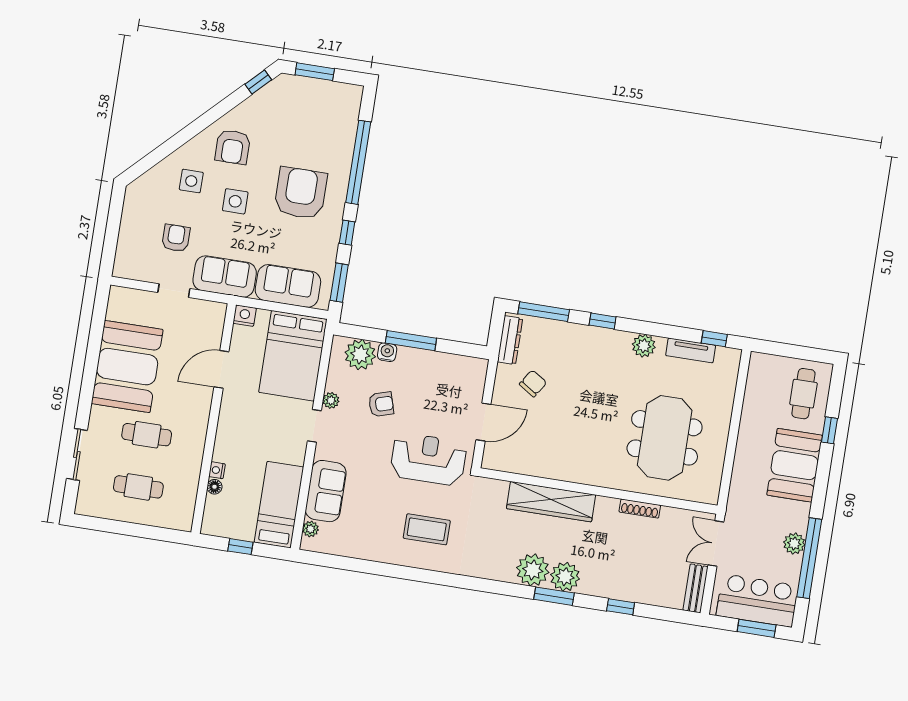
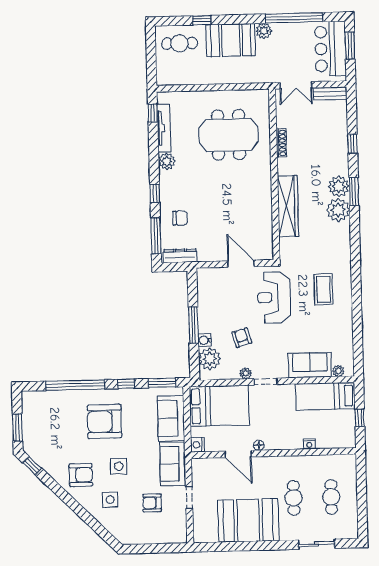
tv unit: (691, 350) -> (164, 128), width x1.41
chair: (533, 383) -> (180, 218), moved, turned 147
floor lamp: (214, 487) -> (259, 445), moved
plant: (794, 544) -> (264, 31), moved

